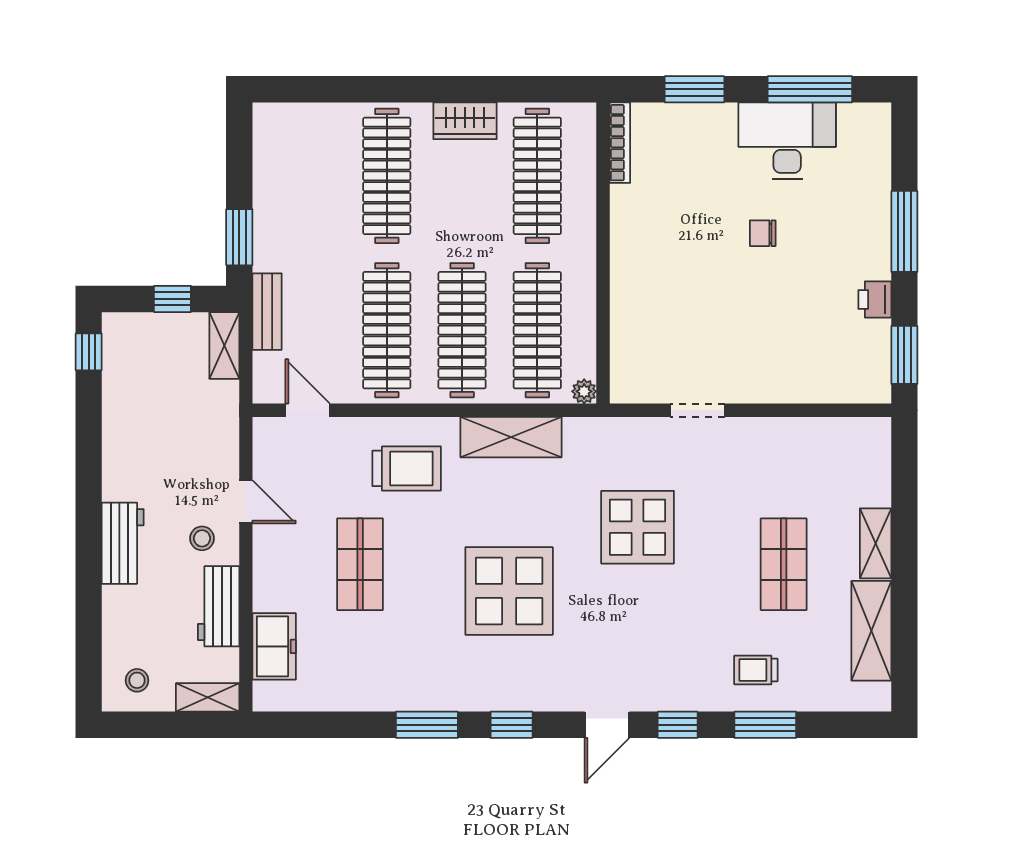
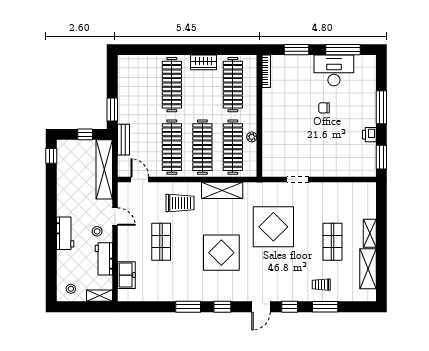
shelving: (224, 345) -> (104, 169), width x2.20, depth x1.33
plant: (584, 391) -> (252, 137), moved
display table: (638, 527) -> (273, 227), width x1.36, depth x1.36

